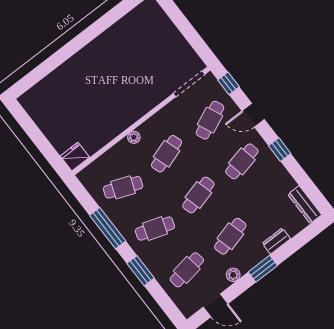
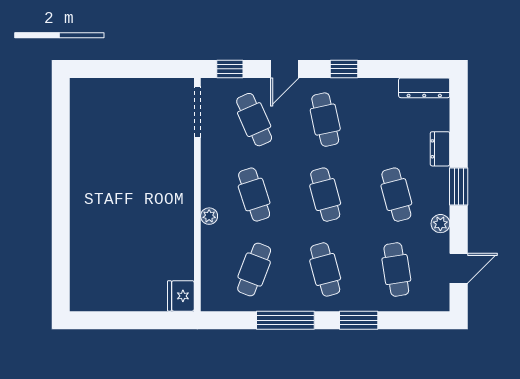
cafe table: (155, 229) -> (325, 269), turned -33

